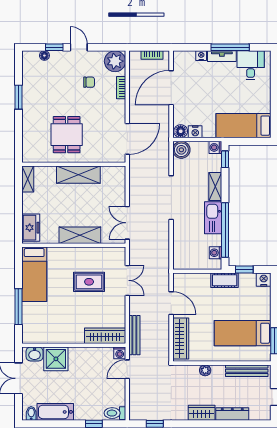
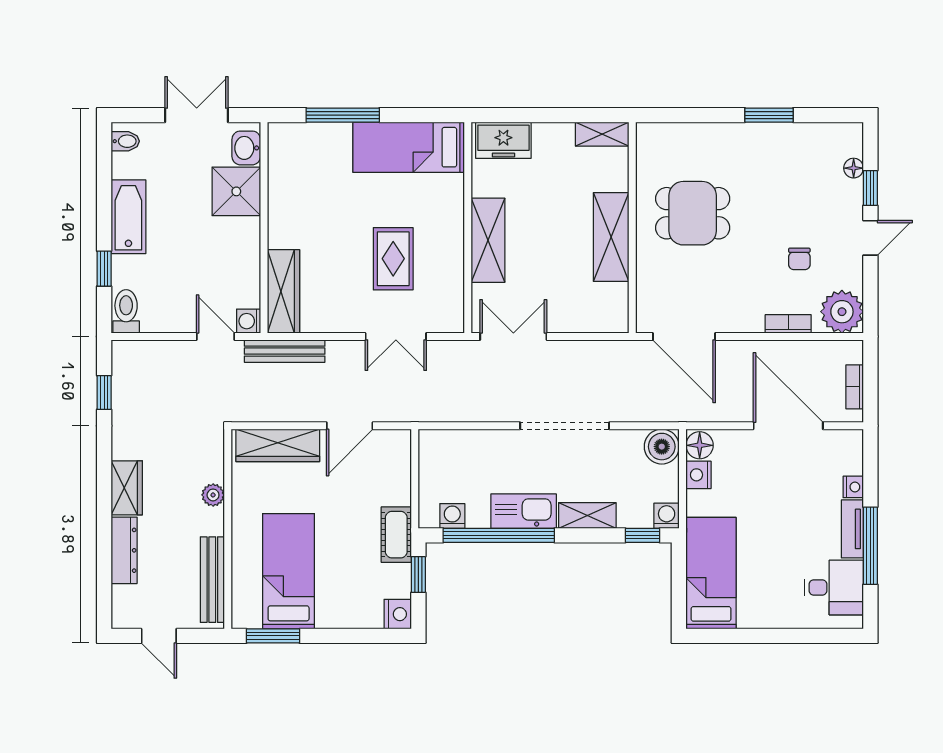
bathtub: (55, 412) -> (128, 217), moved

